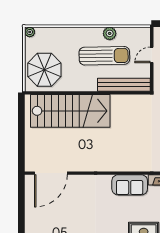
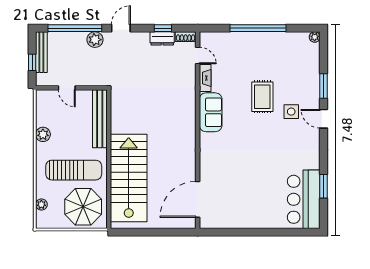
plant: (30, 32) -> (41, 205), moved
sun lounger: (104, 56) -> (74, 170), moved, turned 91
door: (51, 173) -> (198, 199), swing flipped

